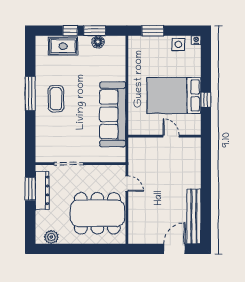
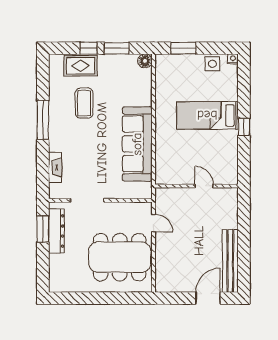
floor lamp: (98, 42) -> (145, 61), moved
bed: (174, 95) -> (207, 115), width x0.67
coffee table: (56, 99) -> (84, 103), moved
fireplace: (41, 135) -> (55, 167), added
wall: (164, 136) -> (197, 186), moved
door: (171, 136) -> (204, 186), moved
plant: (51, 237) -> (67, 284), removed

